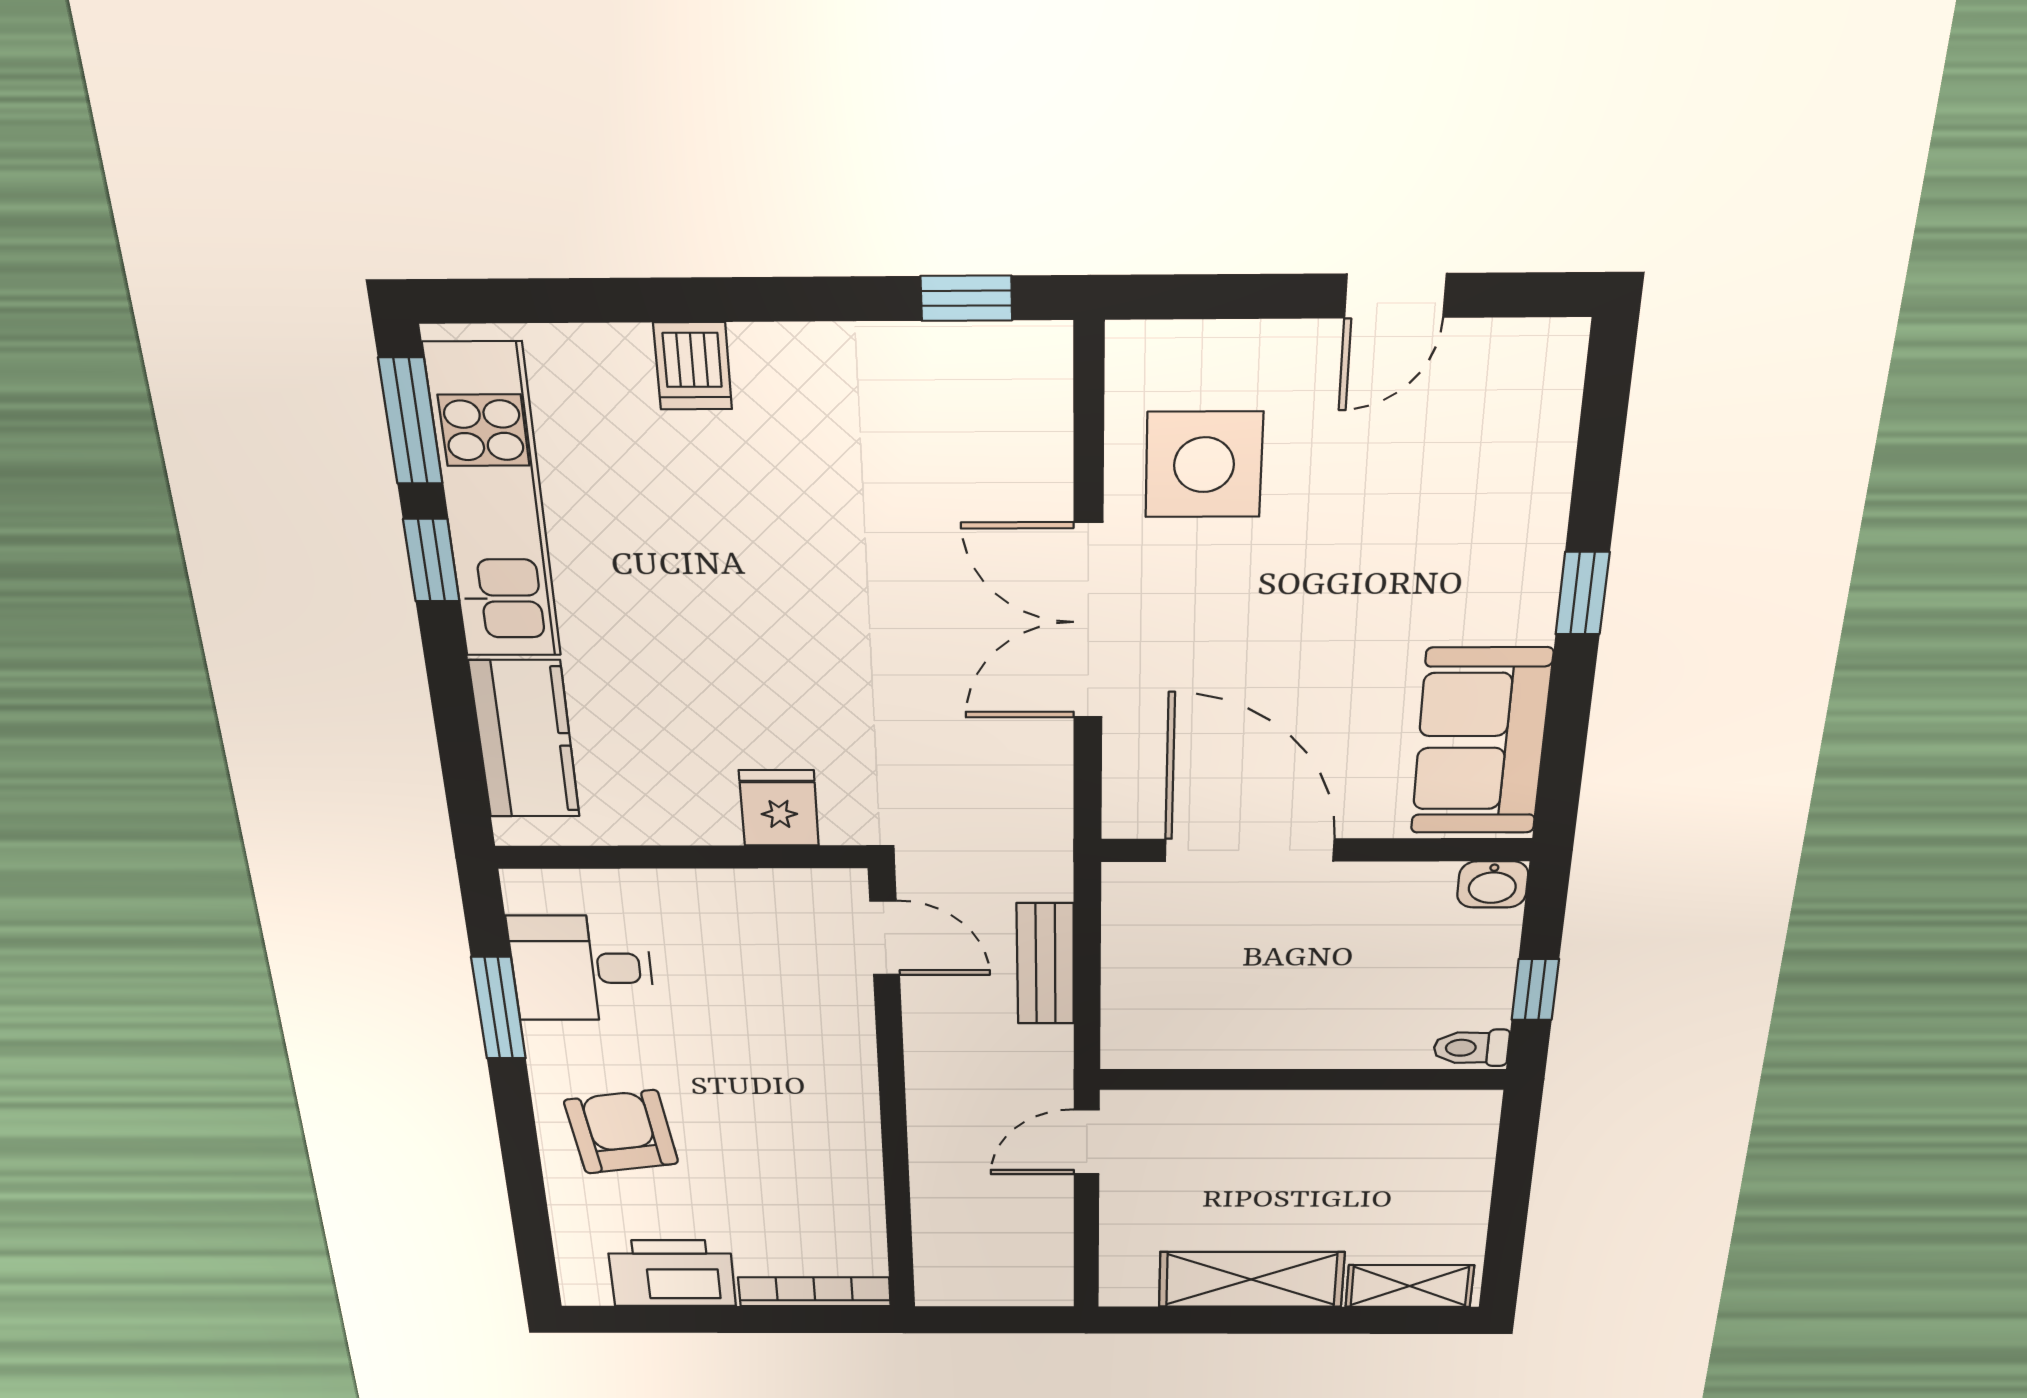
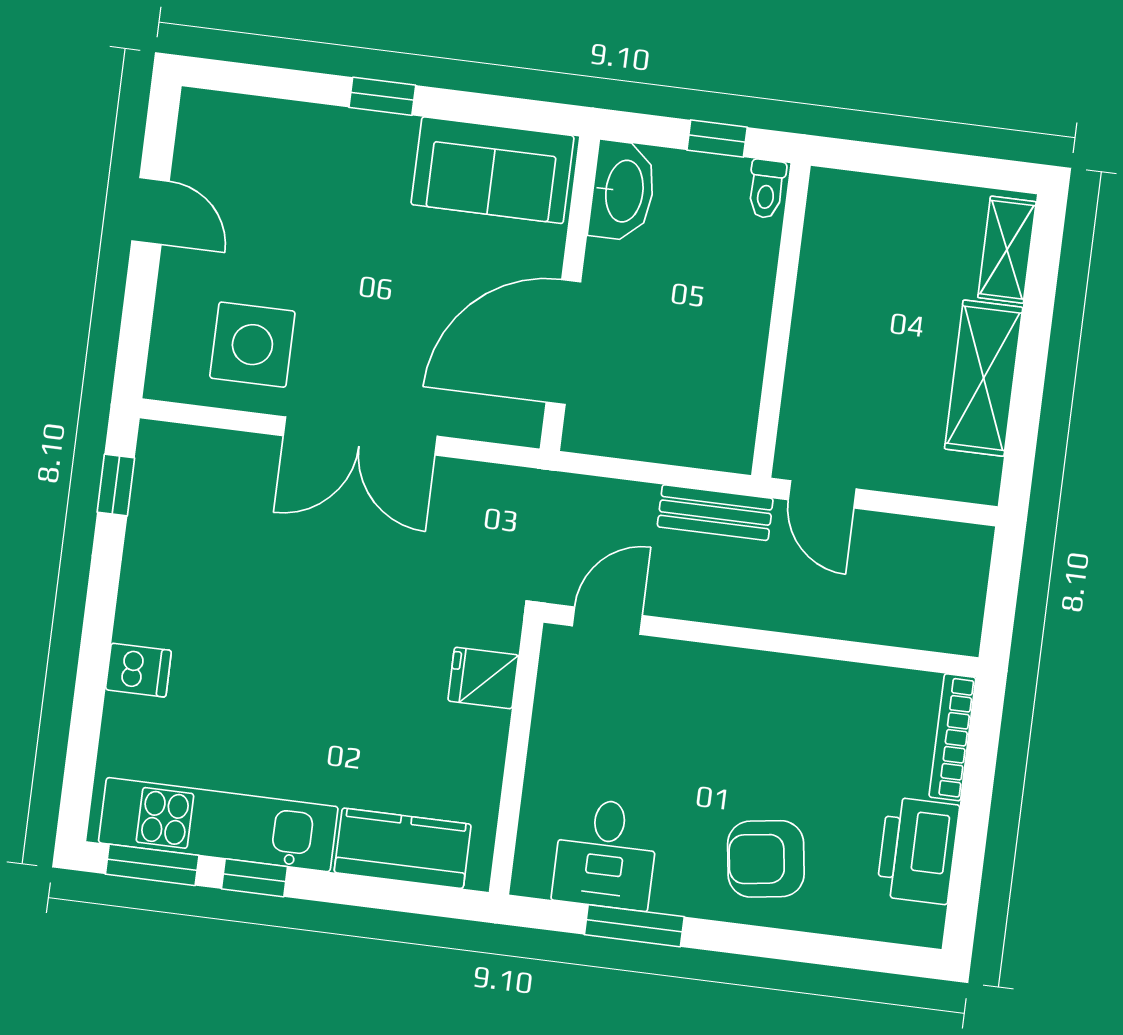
washbasin: (1493, 884) -> (623, 191), width x1.91, depth x1.45
bench: (1045, 964) -> (715, 513), moved

